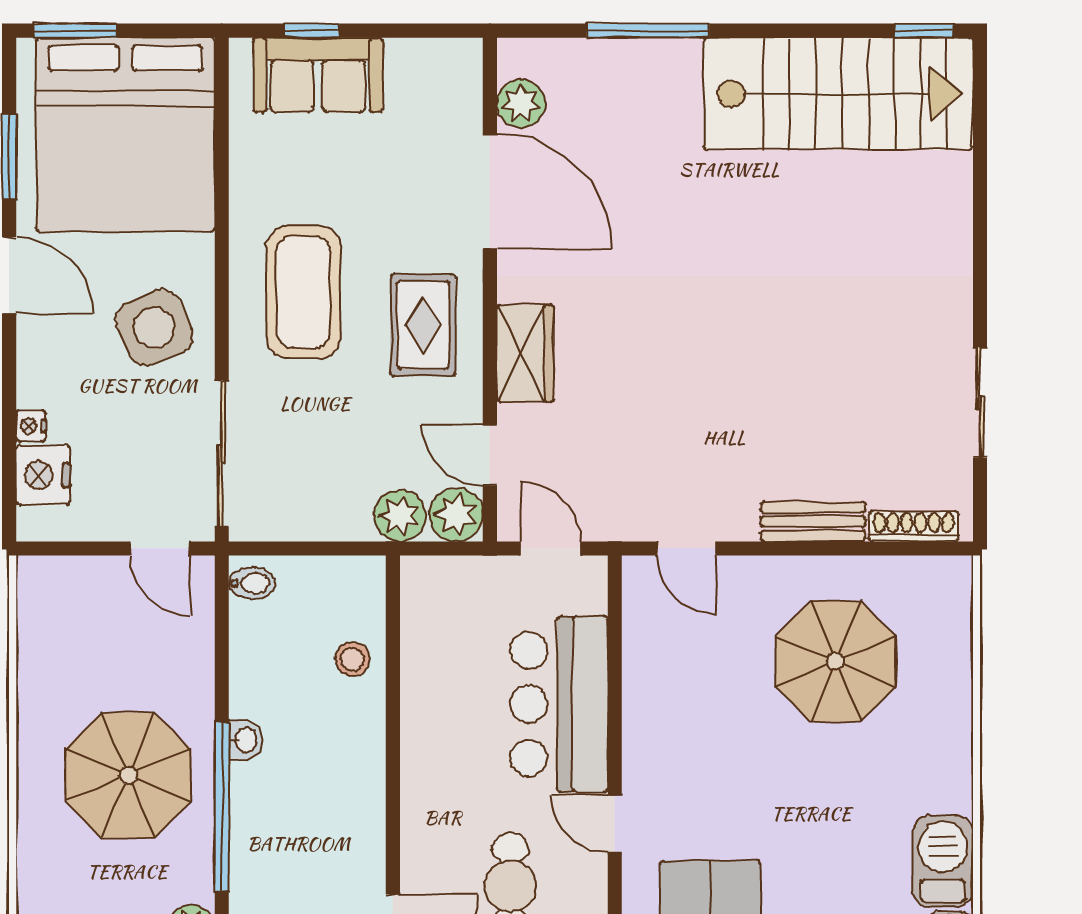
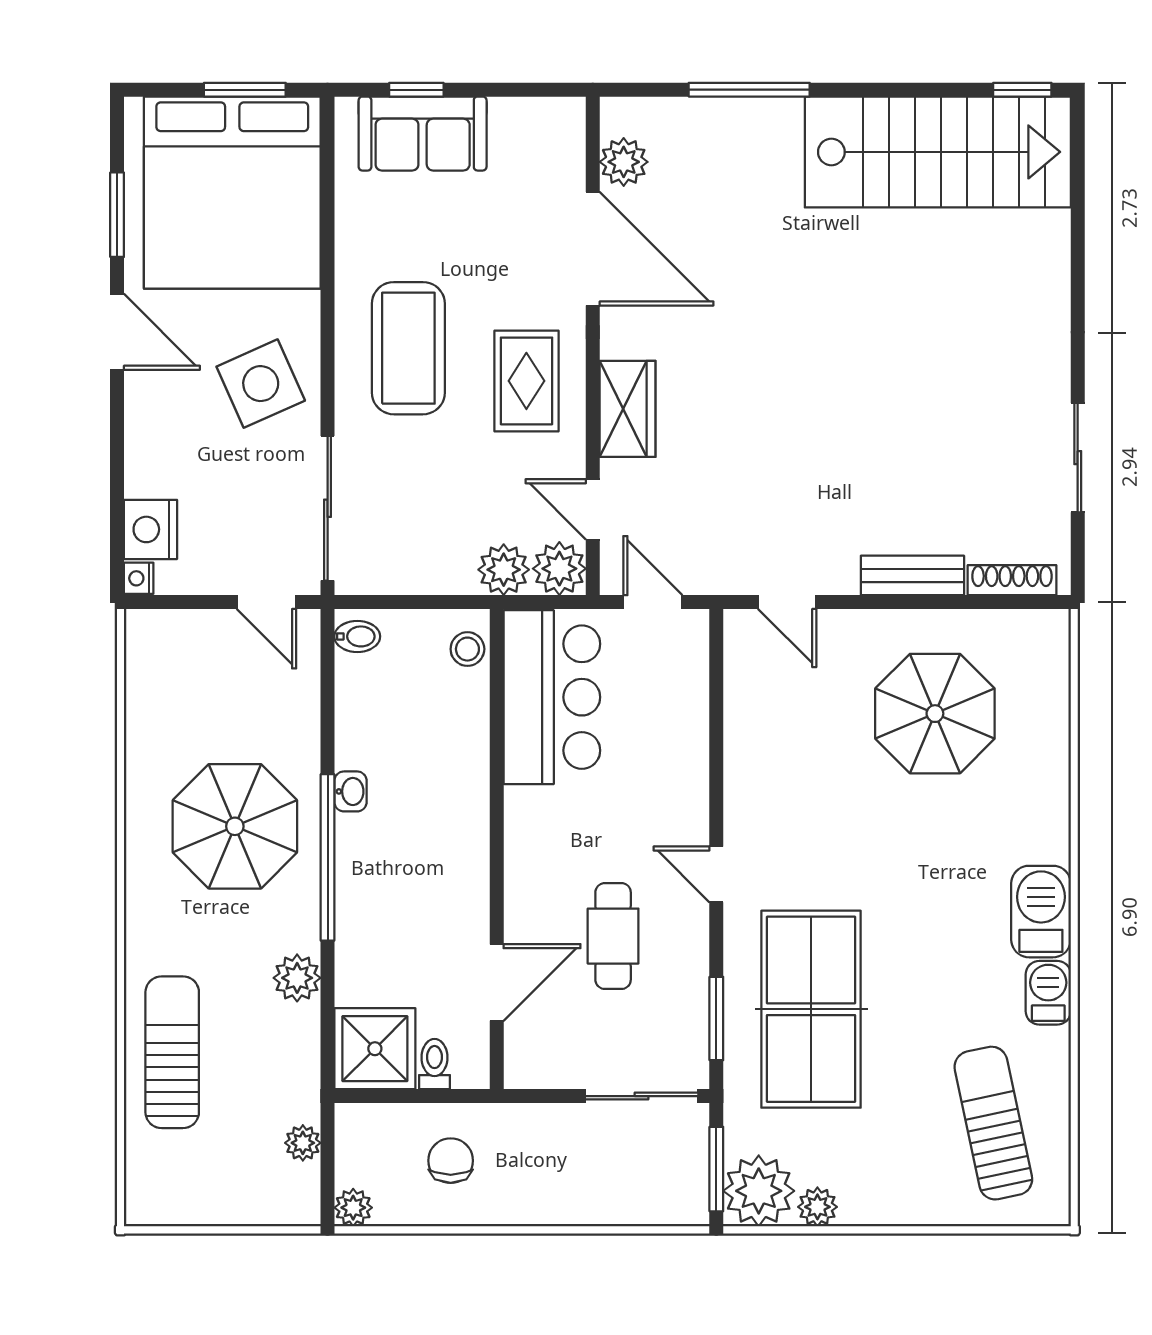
window: (75, 31) -> (245, 90), moved
nightstand: (31, 426) -> (139, 578), moved
stool: (352, 659) -> (467, 649), moved
bar counter: (559, 704) -> (552, 697), moved, turned 180

